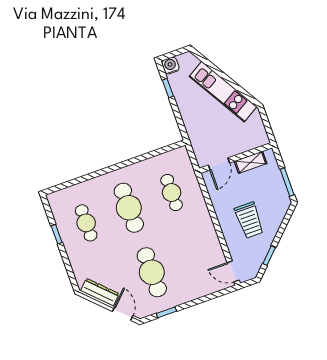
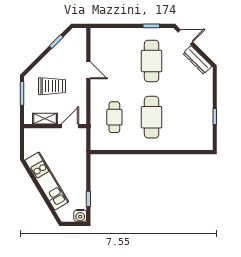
trolley: (249, 220) -> (52, 86), moved, turned 90
cafe table: (86, 223) -> (189, 117), removed
door: (233, 271) -> (88, 70), moved
door: (123, 314) -> (185, 37), swing flipped

